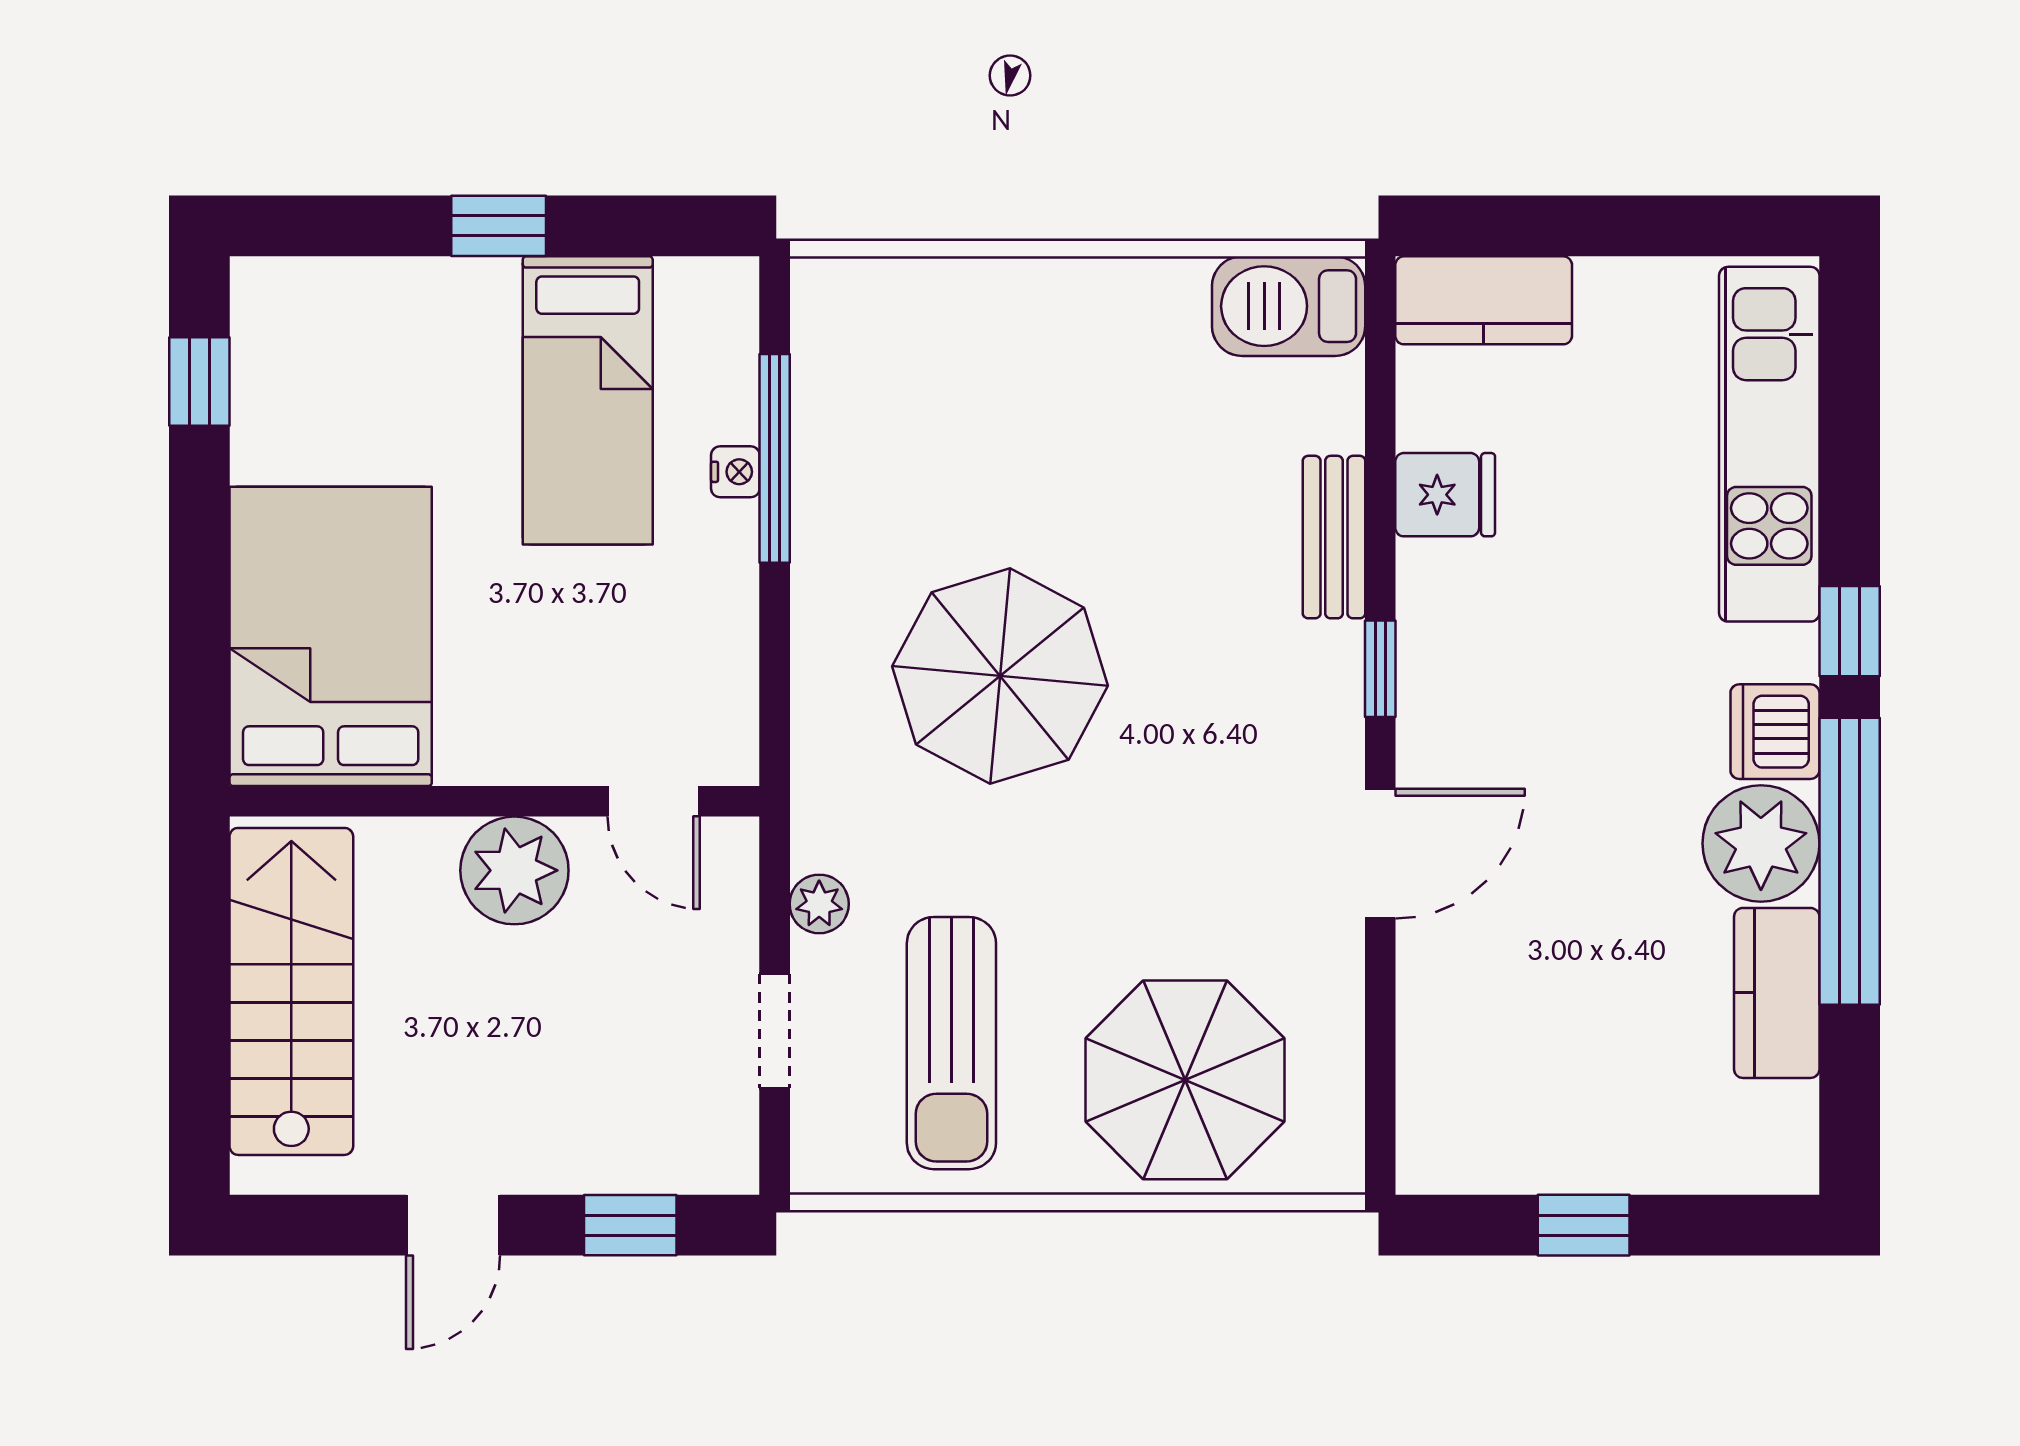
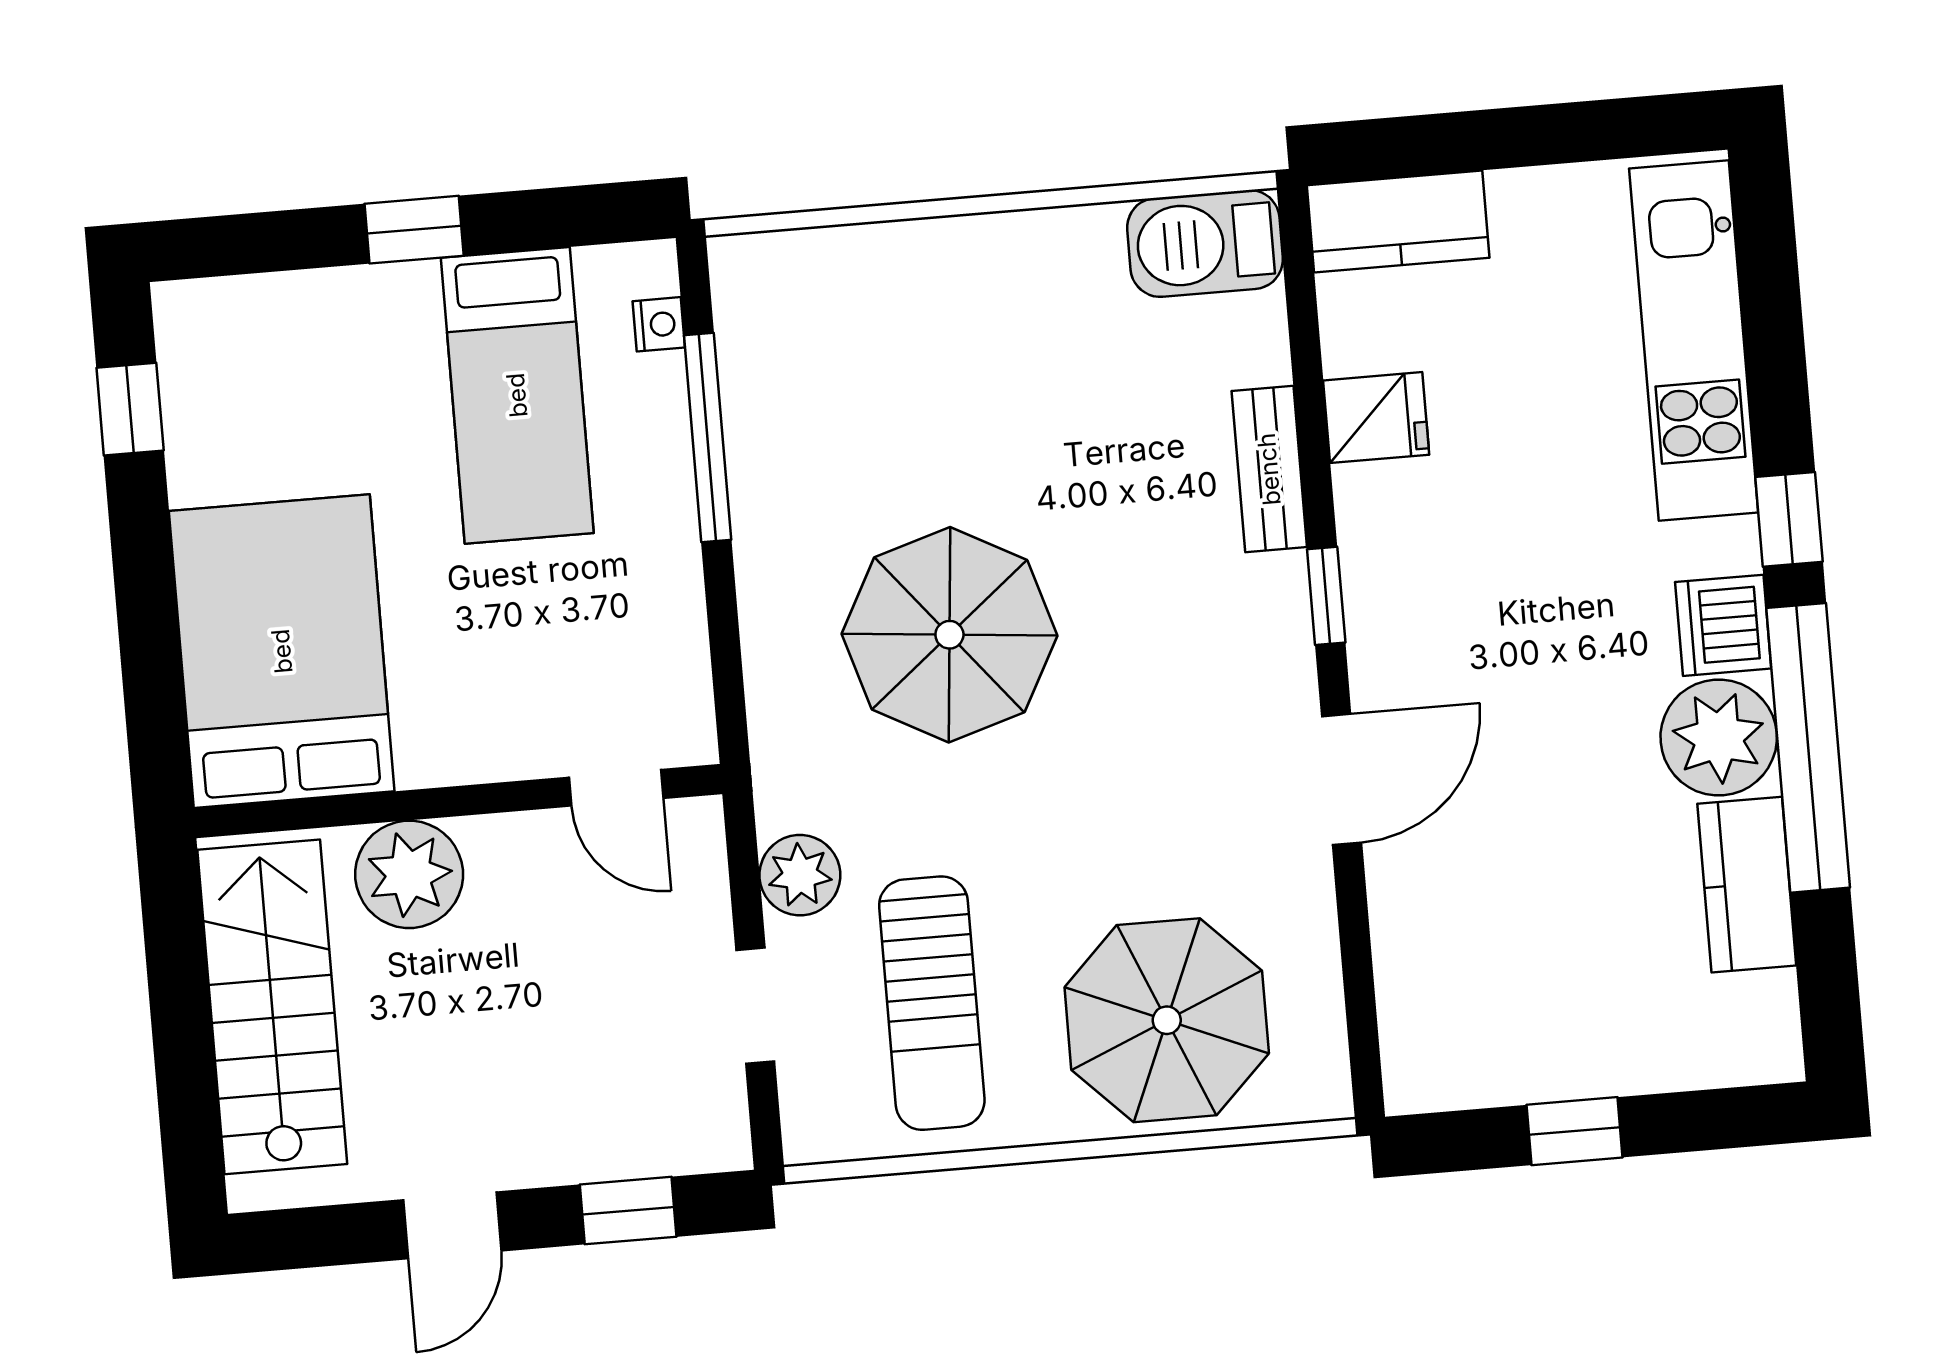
nightstand: (735, 472) -> (659, 324), moved
plant: (514, 870) -> (409, 874), moved
plant: (819, 904) -> (800, 875), width x1.38, depth x1.38

